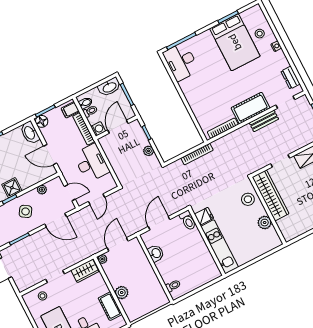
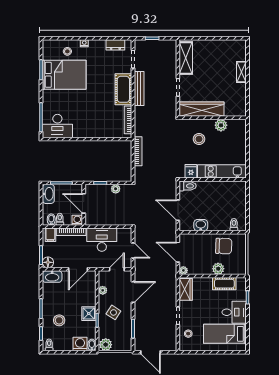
bench: (264, 121) -> (139, 89), width x1.36
stool: (248, 199) -> (199, 139), moved
chair: (147, 287) -> (224, 246), added

